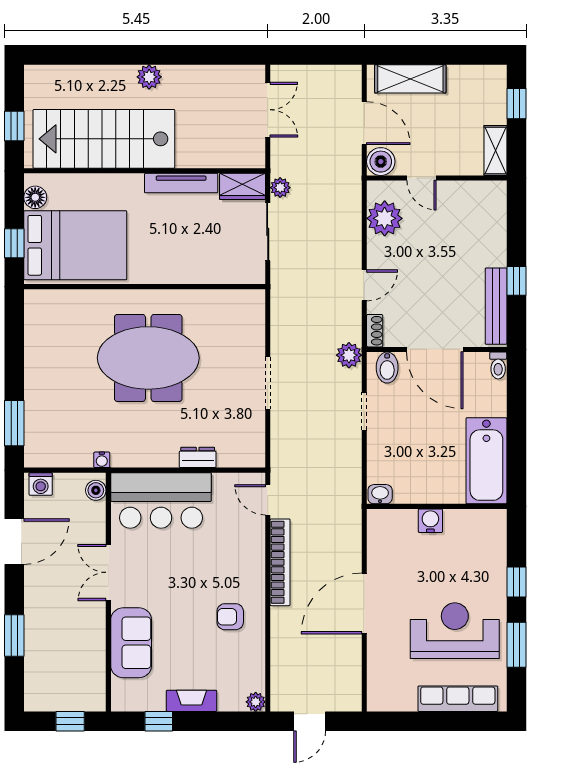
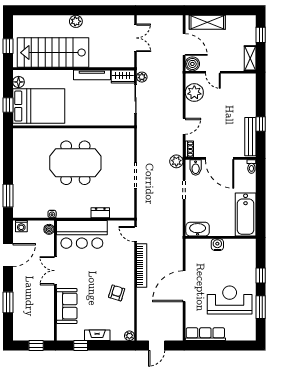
washbasin: (380, 494) -> (198, 229), width x1.91, depth x1.45
armchair: (230, 617) -> (117, 293), turned 107
row of seats: (458, 699) -> (205, 334), moved

